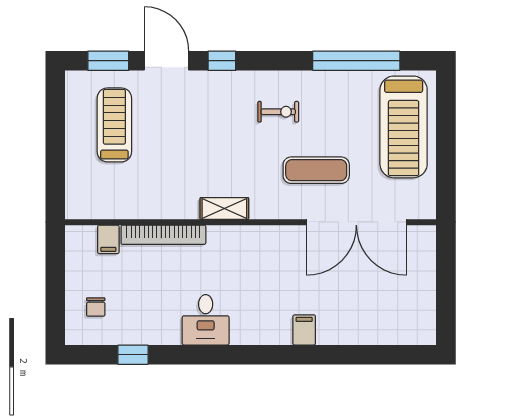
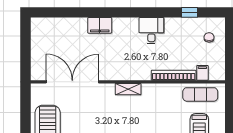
exercise mat: (316, 170) -> (200, 94), moved
shelving: (224, 208) -> (128, 89), moved
filing cabinet: (304, 330) -> (100, 25), width x2.00

